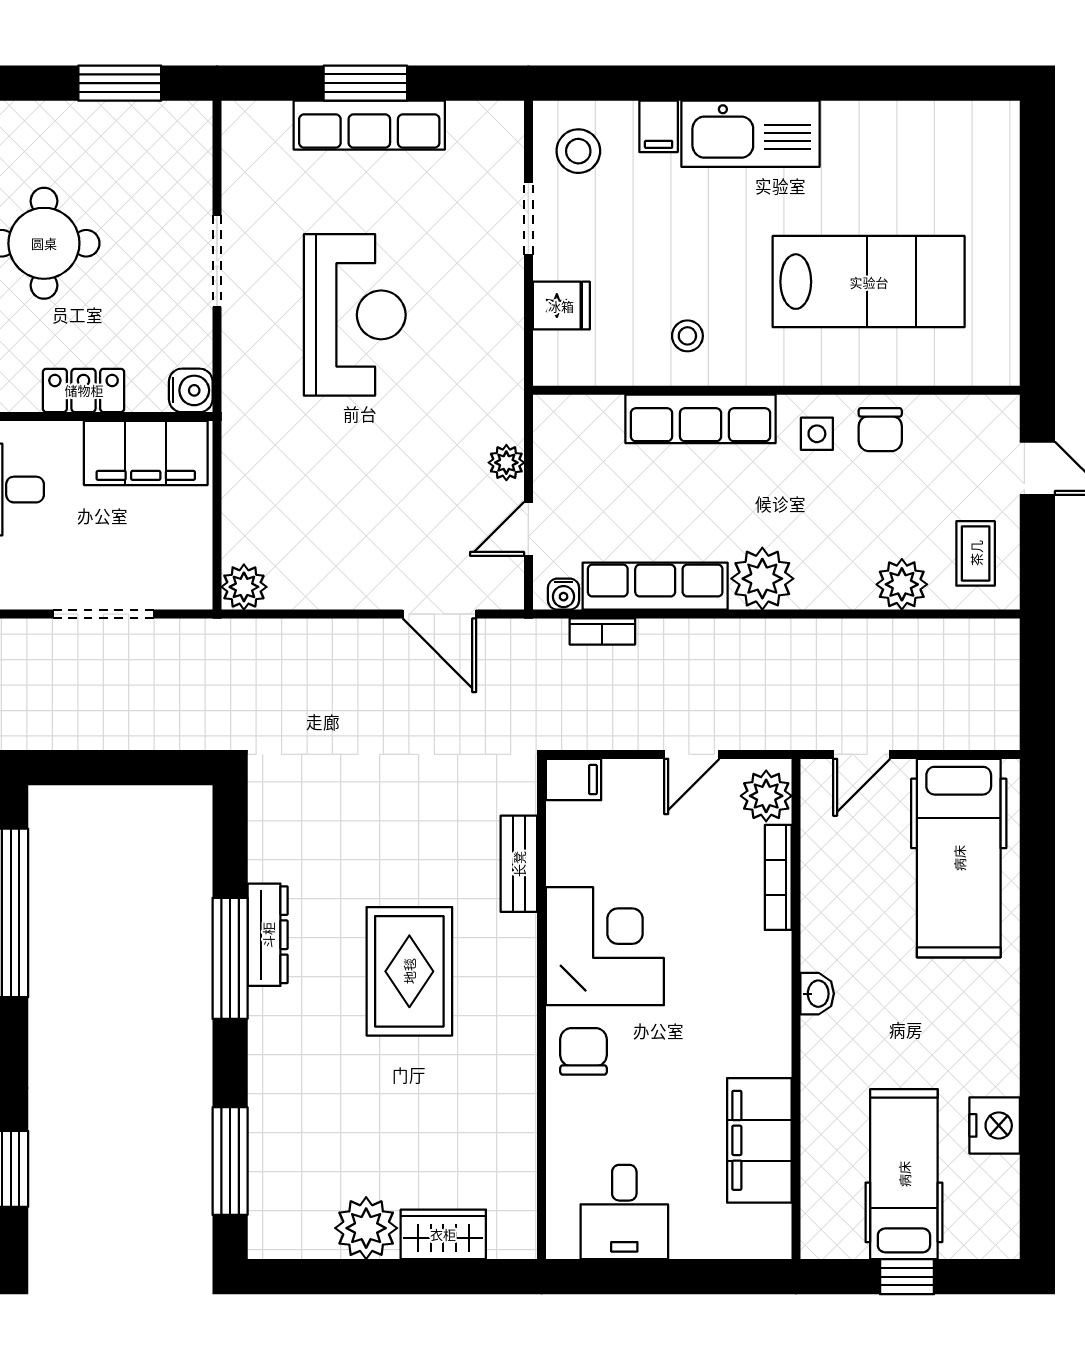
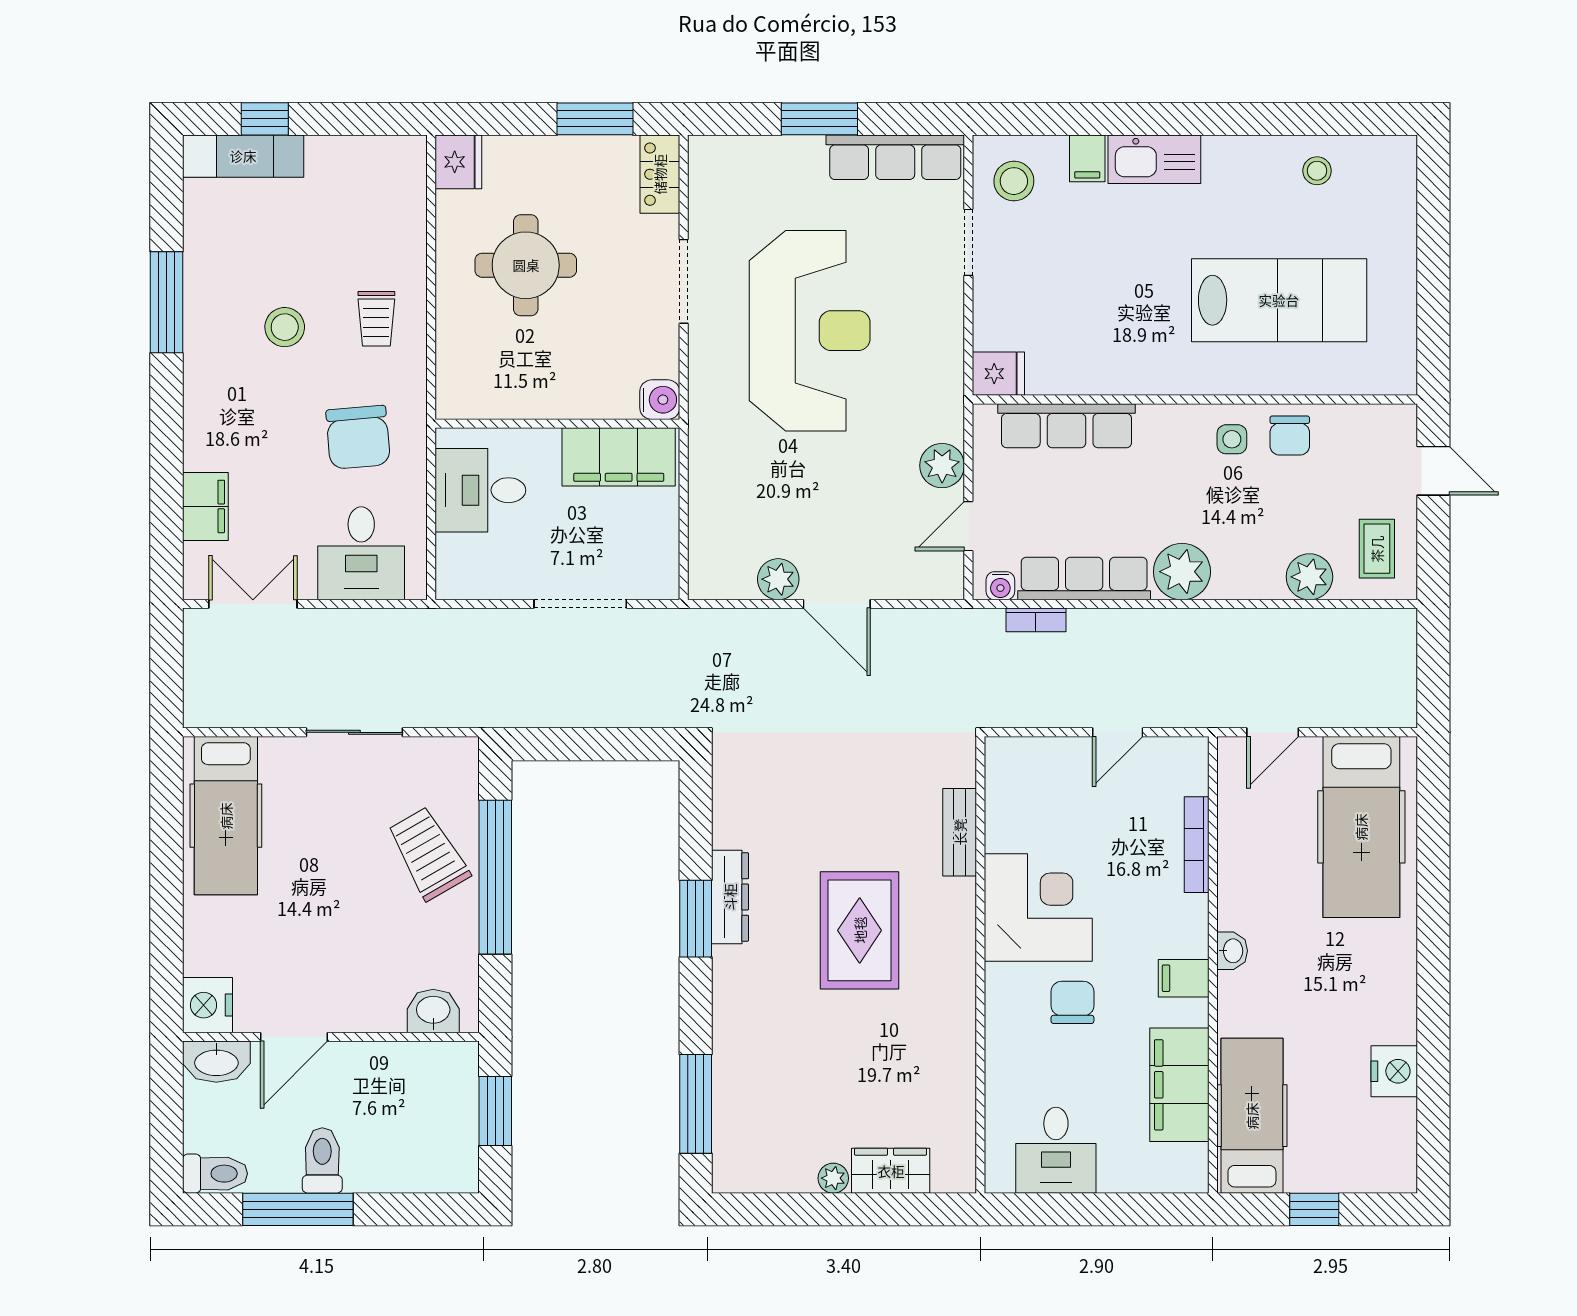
row of seats: (369, 125) -> (895, 157), moved
kitchen sink: (750, 134) -> (1154, 159), width x0.73, depth x0.81
fridge: (561, 306) -> (998, 374), moved
reception desk: (355, 315) -> (810, 331), width x1.36, depth x1.30
stool: (687, 336) -> (1317, 171), moved
locker: (84, 390) -> (660, 174), moved, turned -90
row of seats: (701, 419) -> (1067, 426), moved
plant: (506, 463) -> (942, 466), width x1.38, depth x1.38
plant: (244, 587) -> (778, 579), moved
door: (439, 614) -> (837, 604), moved
filing cabinet: (574, 780) -> (1184, 978), moved, turned 180
plant: (766, 796) -> (1186, 770), removed
window: (230, 958) -> (696, 919), width x0.69
chair: (583, 1051) -> (1072, 1002), moved
hospital bed: (904, 1174) -> (1252, 1116), moved
plant: (366, 1228) -> (833, 1178), width x0.53, depth x0.53

